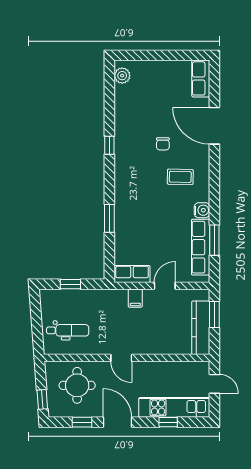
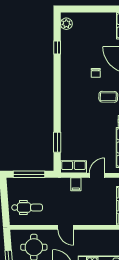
window: (109, 145) -> (57, 48), moved
window: (109, 218) -> (57, 142), moved
window: (70, 284) -> (29, 174), width x2.17

